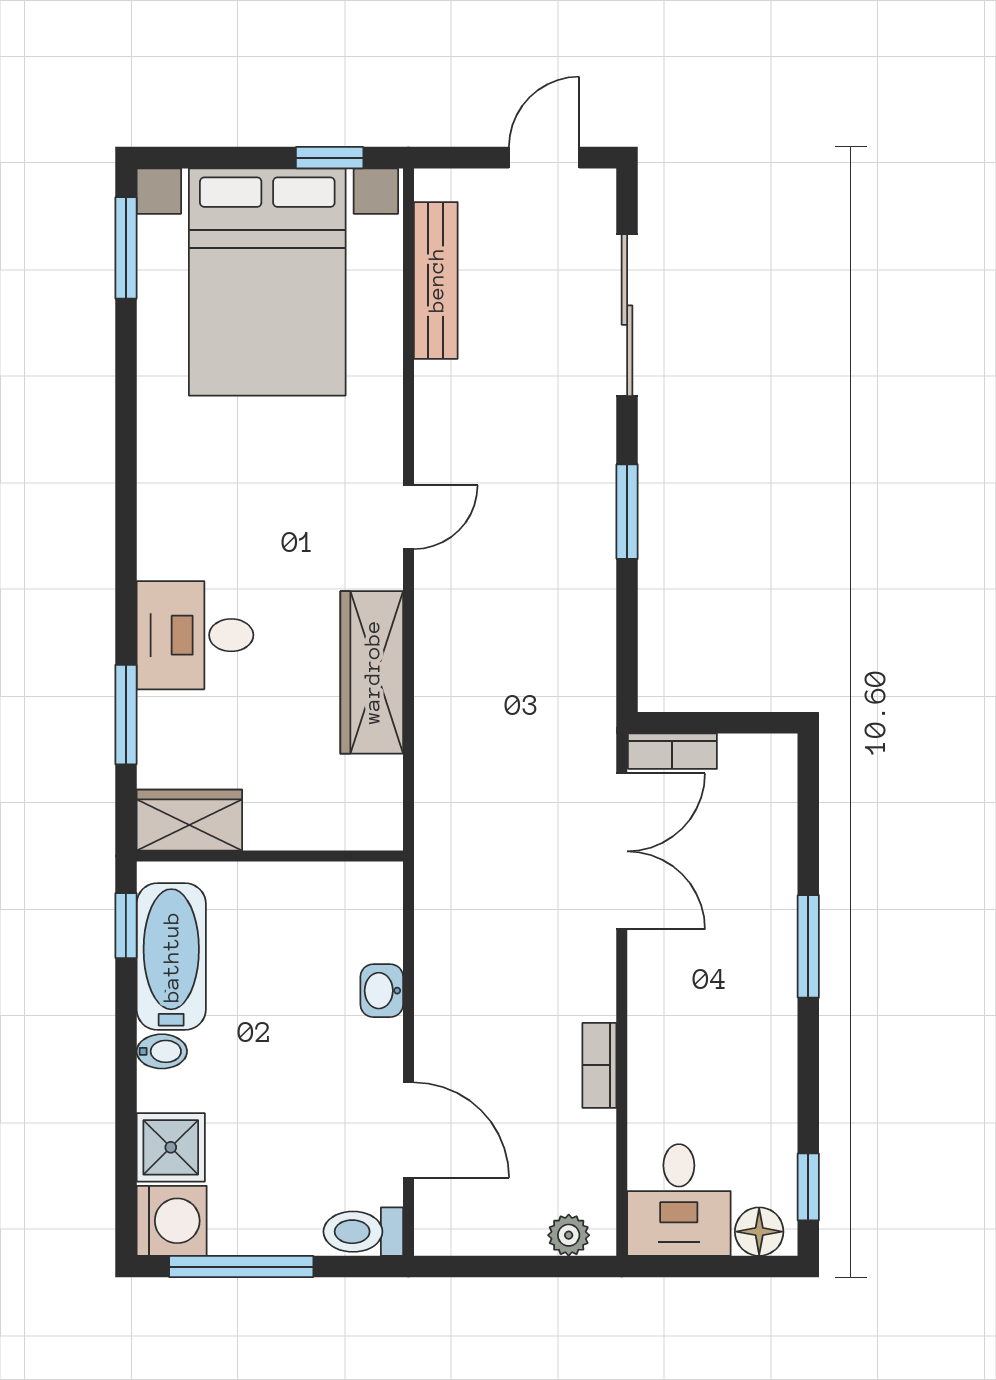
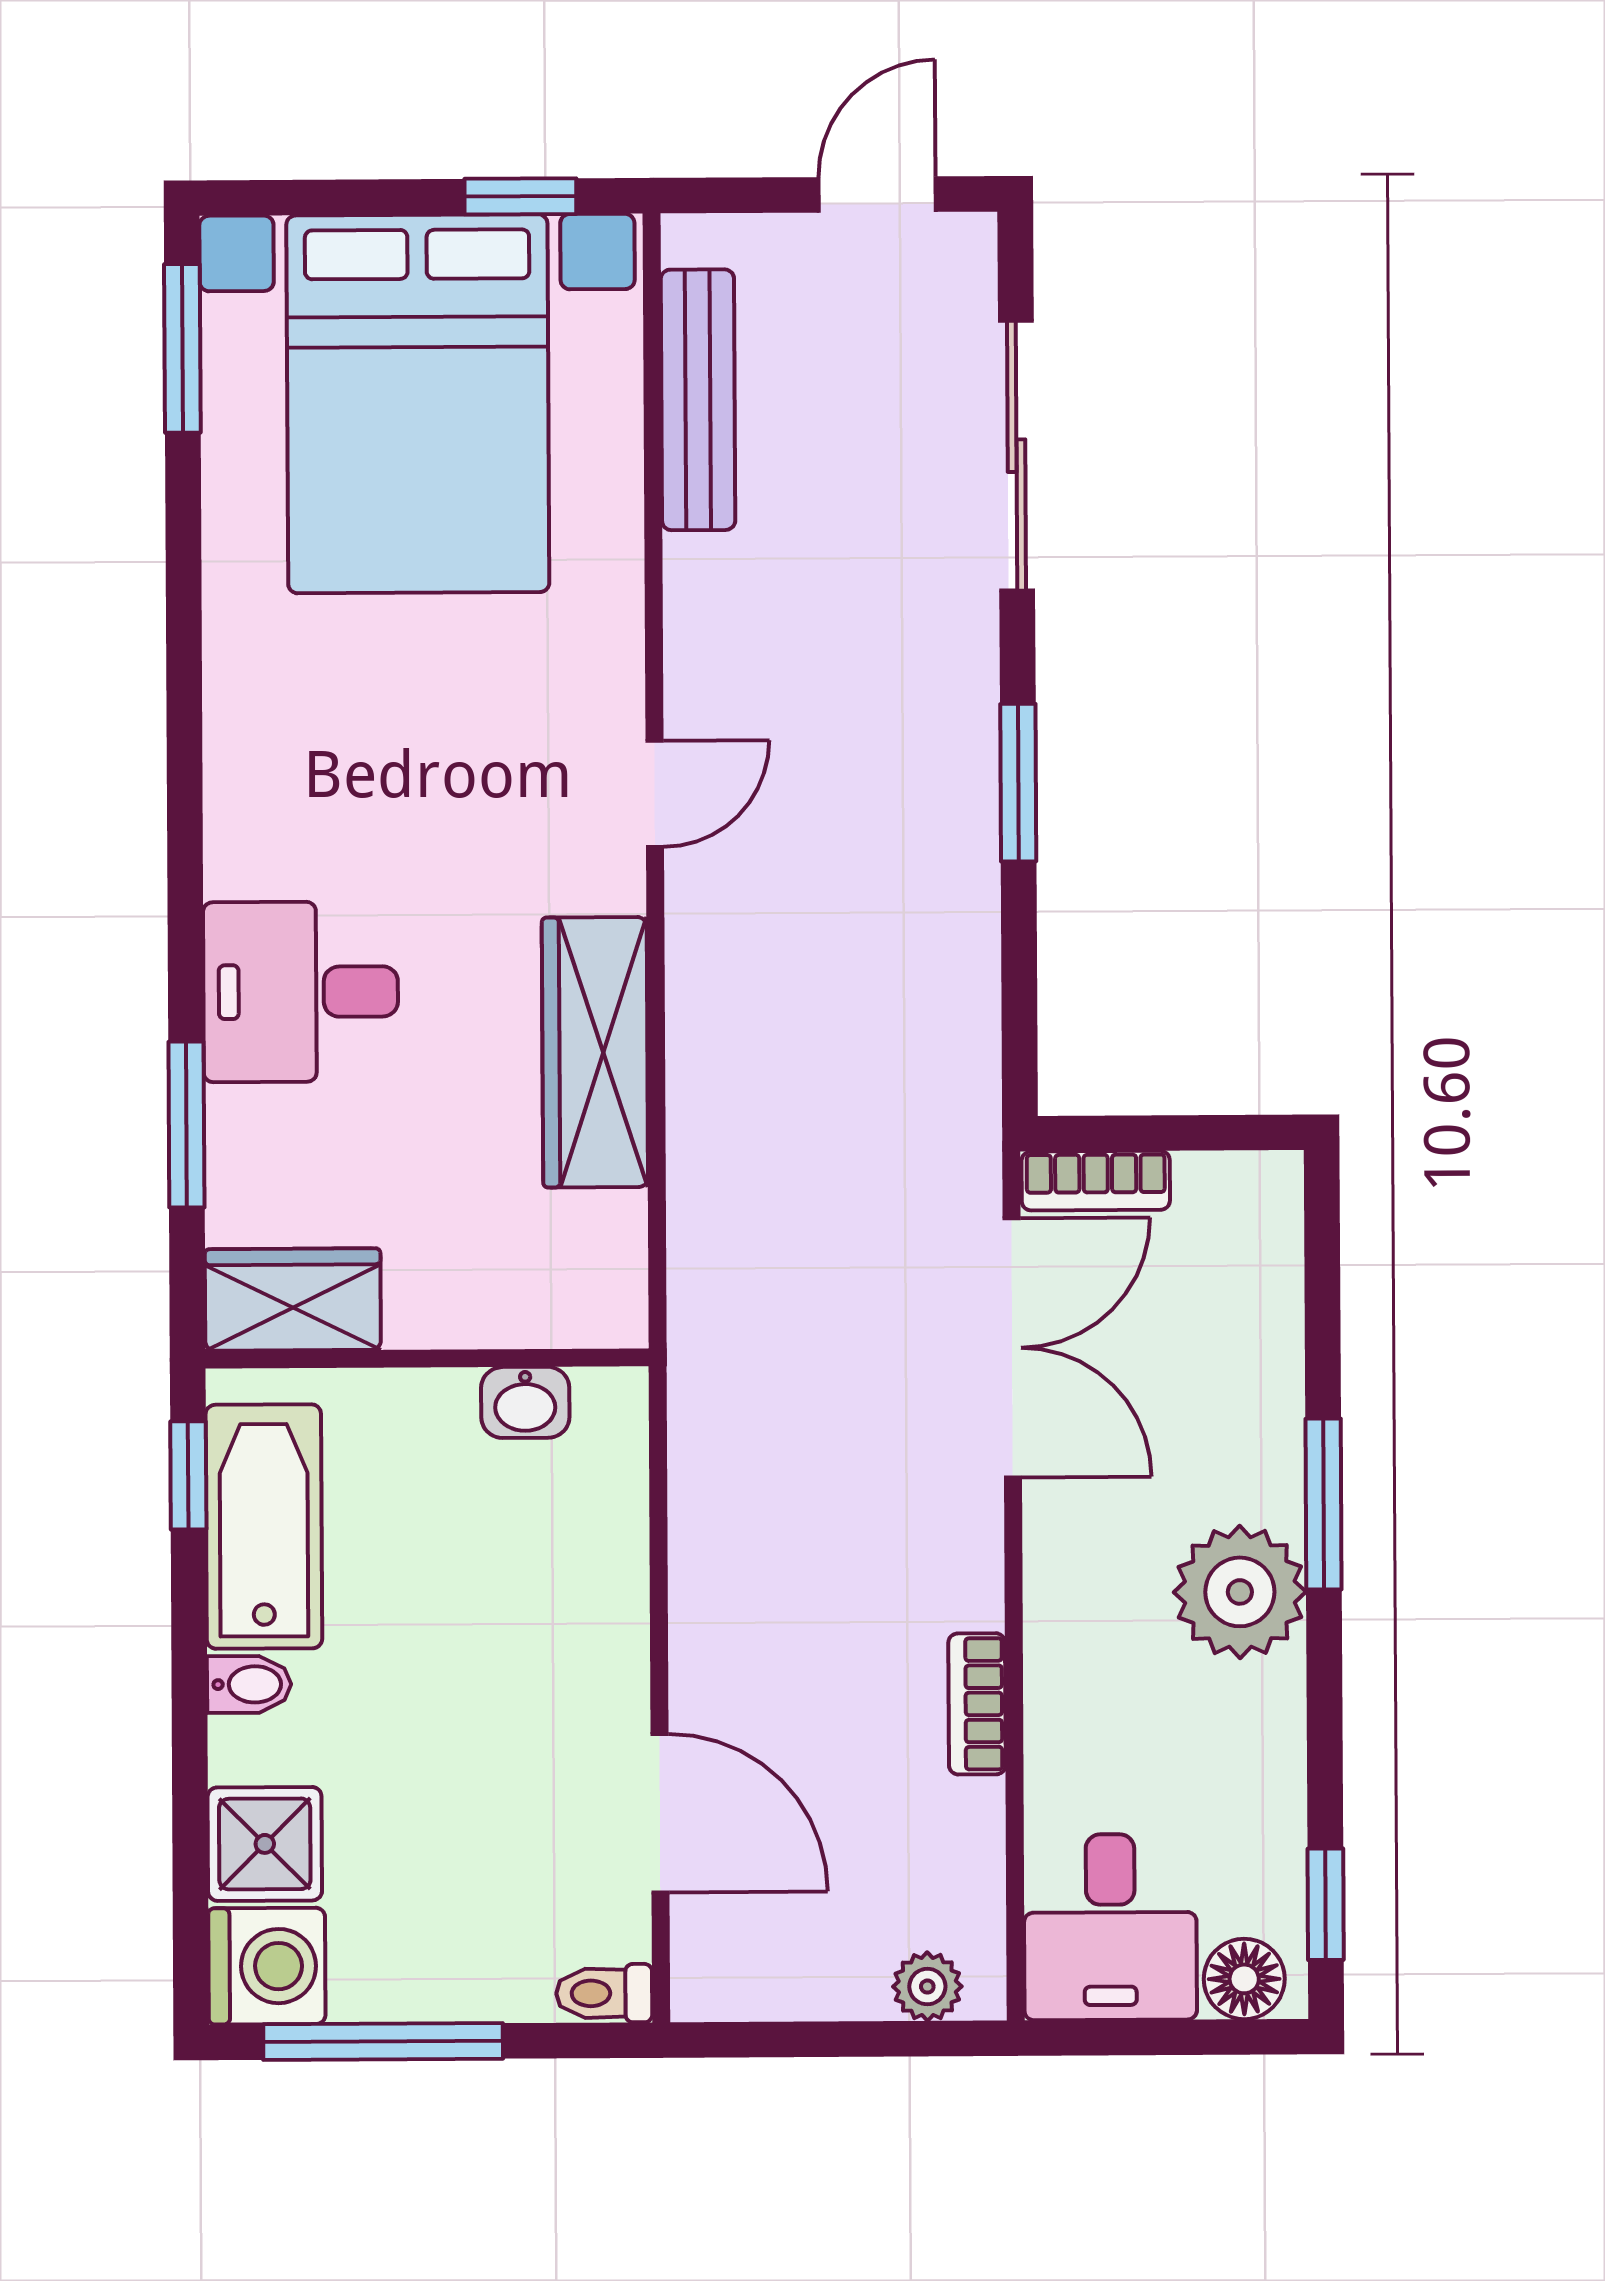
washbasin: (382, 991) -> (525, 1402), moved, turned -90
plant: (758, 999) -> (1240, 1592), added
toilet: (363, 1232) -> (604, 1993), width x0.73, depth x0.72

